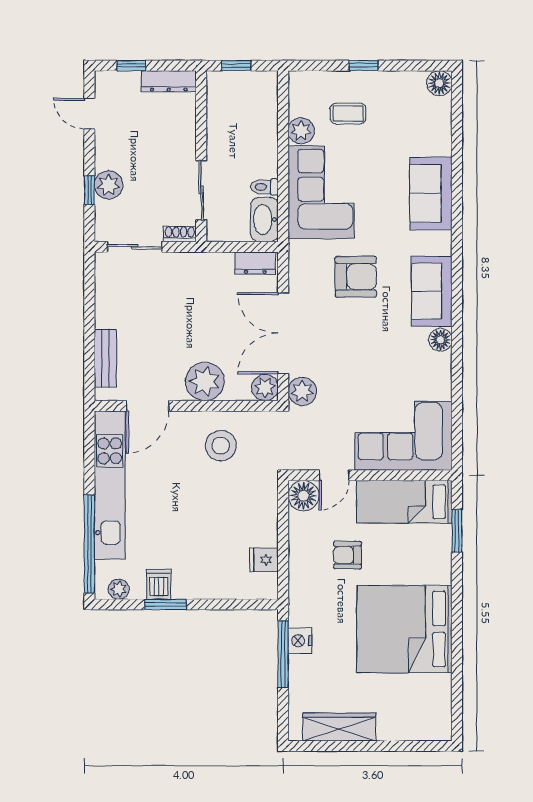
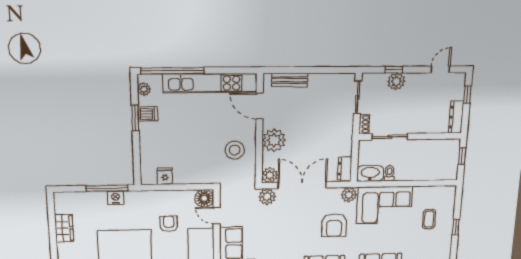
plant: (301, 131) -> (349, 195), moved
wardrobe: (339, 727) -> (64, 228), width x0.67

